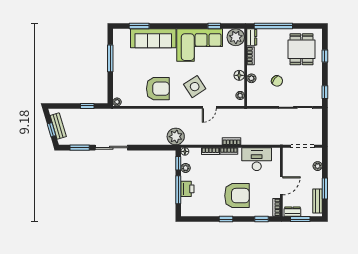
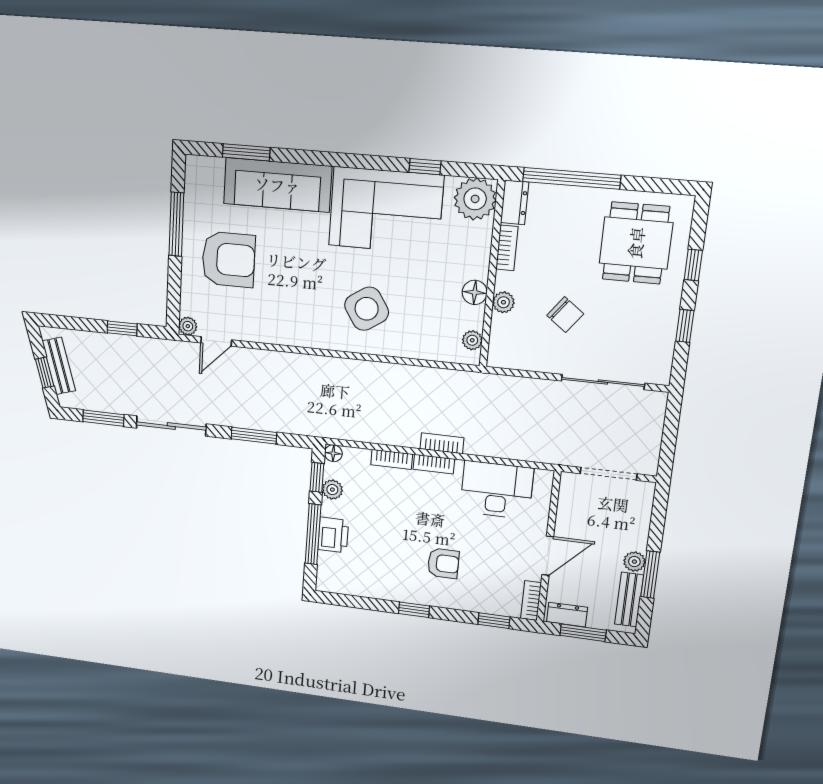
armchair: (158, 89) -> (228, 259), moved
window: (325, 92) -> (685, 326), moved
door: (209, 107) -> (216, 341), moved
plant: (176, 137) -> (315, 418), removed
window: (149, 148) -> (254, 436), added
plant: (318, 166) -> (634, 562), moved
armchair: (237, 196) -> (443, 563), width x0.53, depth x0.53

